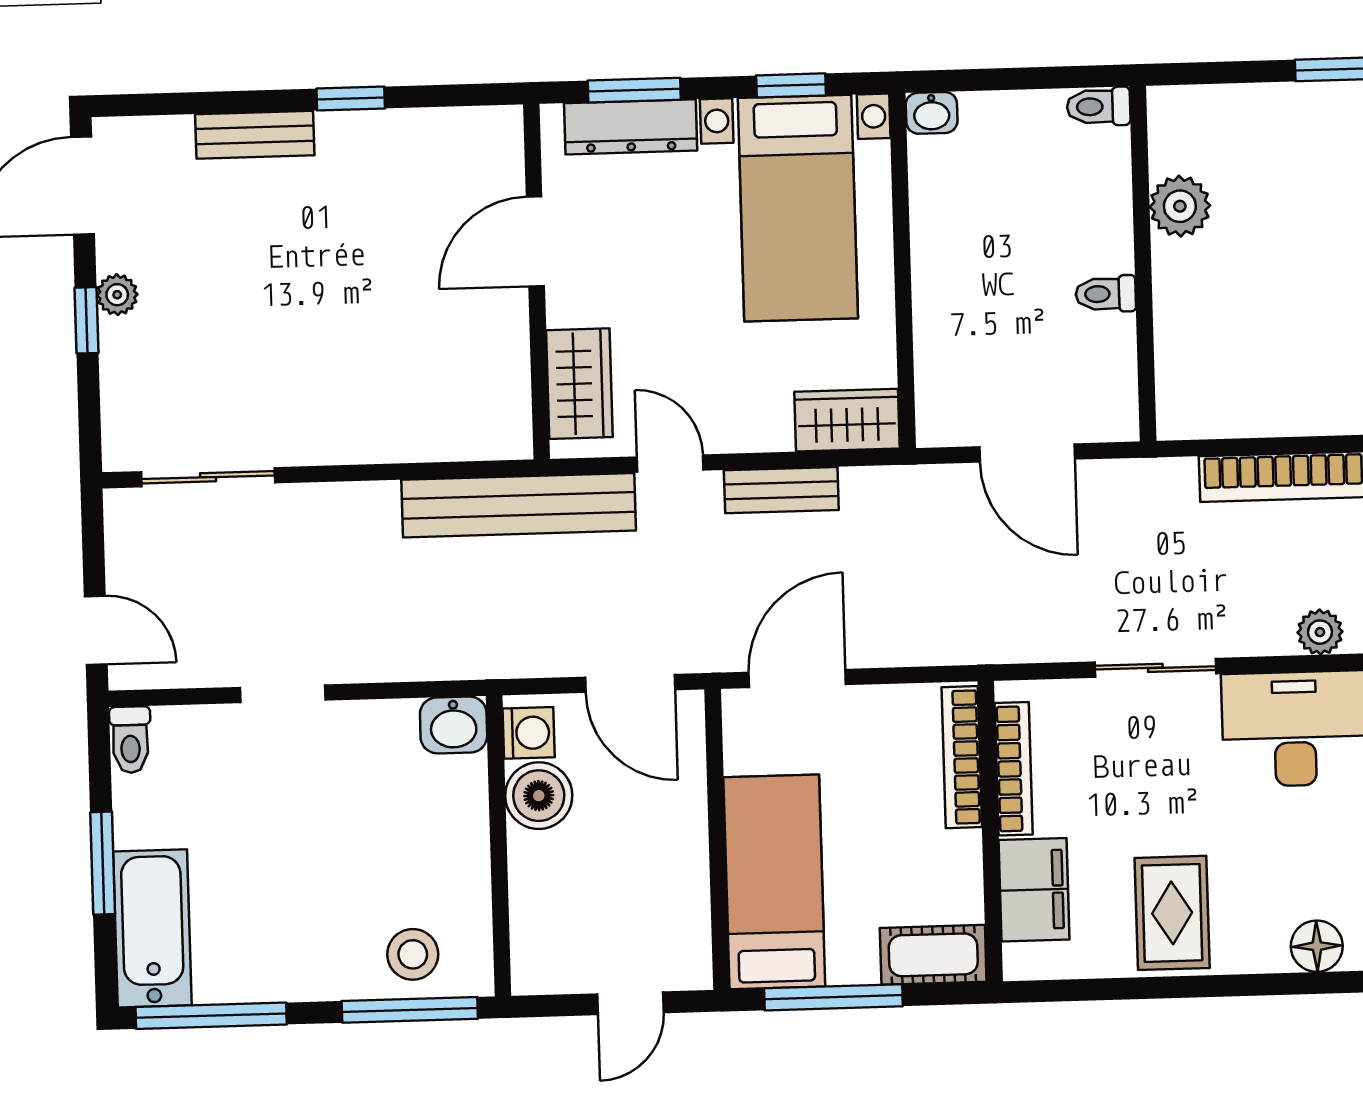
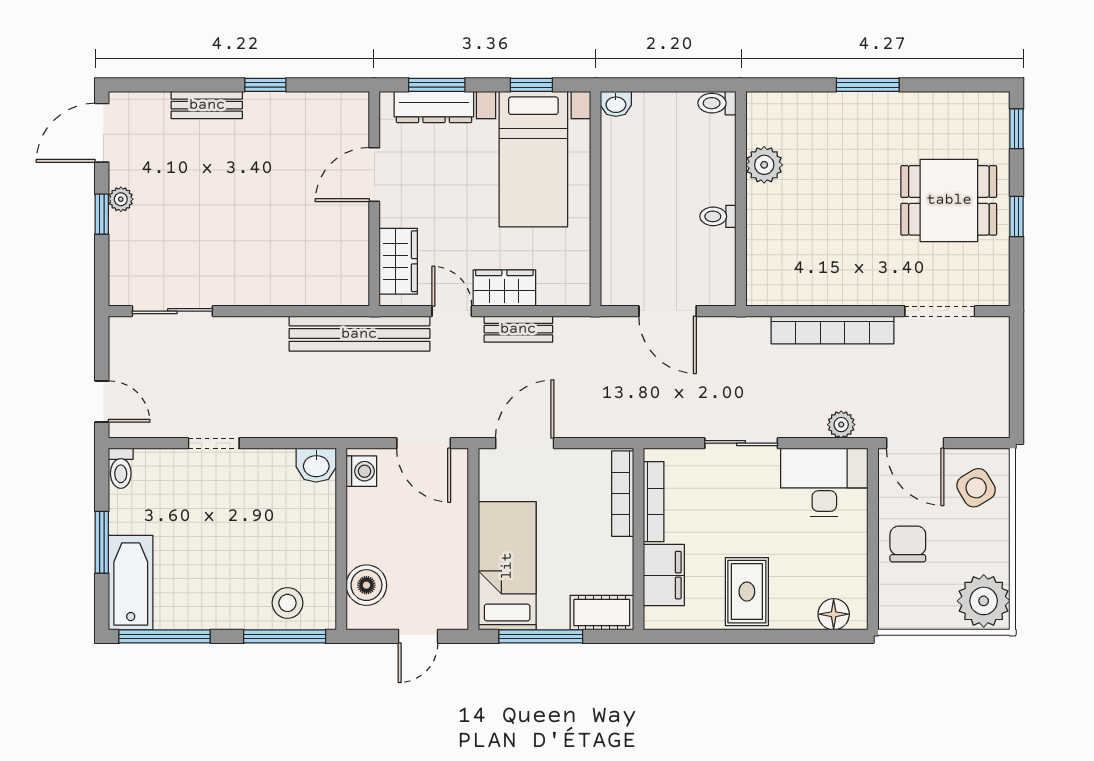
wardrobe: (847, 420) -> (504, 288), moved
boiler: (539, 796) -> (366, 585), moved

